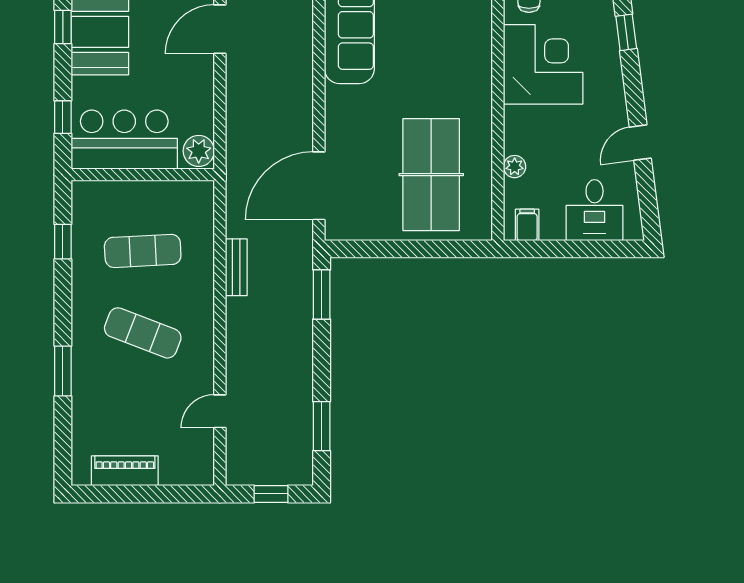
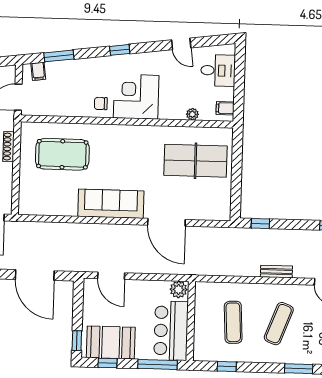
window: (63, 117) -> (158, 364), width x2.17
door: (319, 186) -> (166, 222), moved
bench: (236, 267) -> (276, 272), moved
window: (322, 294) -> (260, 224), width x0.67

